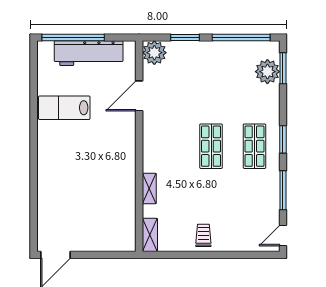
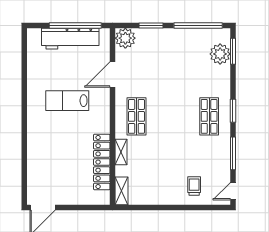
window: (73, 37) -> (75, 25), moved
lab bench: (64, 108) -> (67, 101), moved
shop shelf: (211, 146) -> (136, 116), moved
locker: (126, 201) -> (102, 162), added
trolley: (203, 235) -> (194, 186), moved

